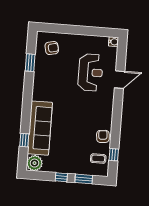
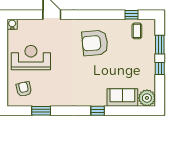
reception desk: (90, 72) -> (31, 58), moved
sofa: (40, 128) -> (122, 98), width x0.54, depth x0.79
armchair: (103, 136) -> (95, 43), moved, width x1.88, depth x1.88
window: (24, 140) -> (98, 111), moved

